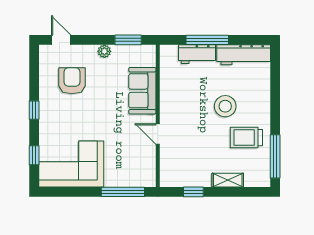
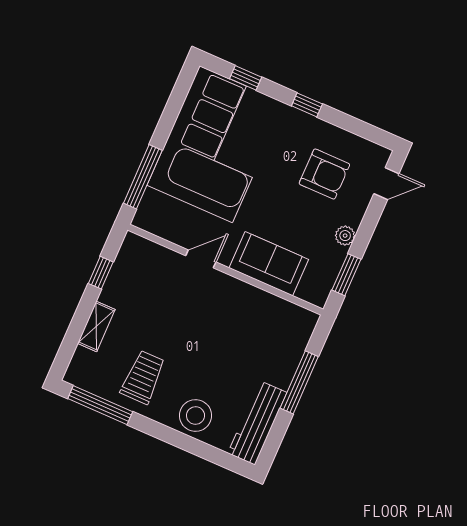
workbench: (197, 54) -> (286, 360), removed
stool: (225, 106) -> (196, 416), moved
corner sofa: (71, 164) -> (216, 144), width x1.36, depth x1.36

